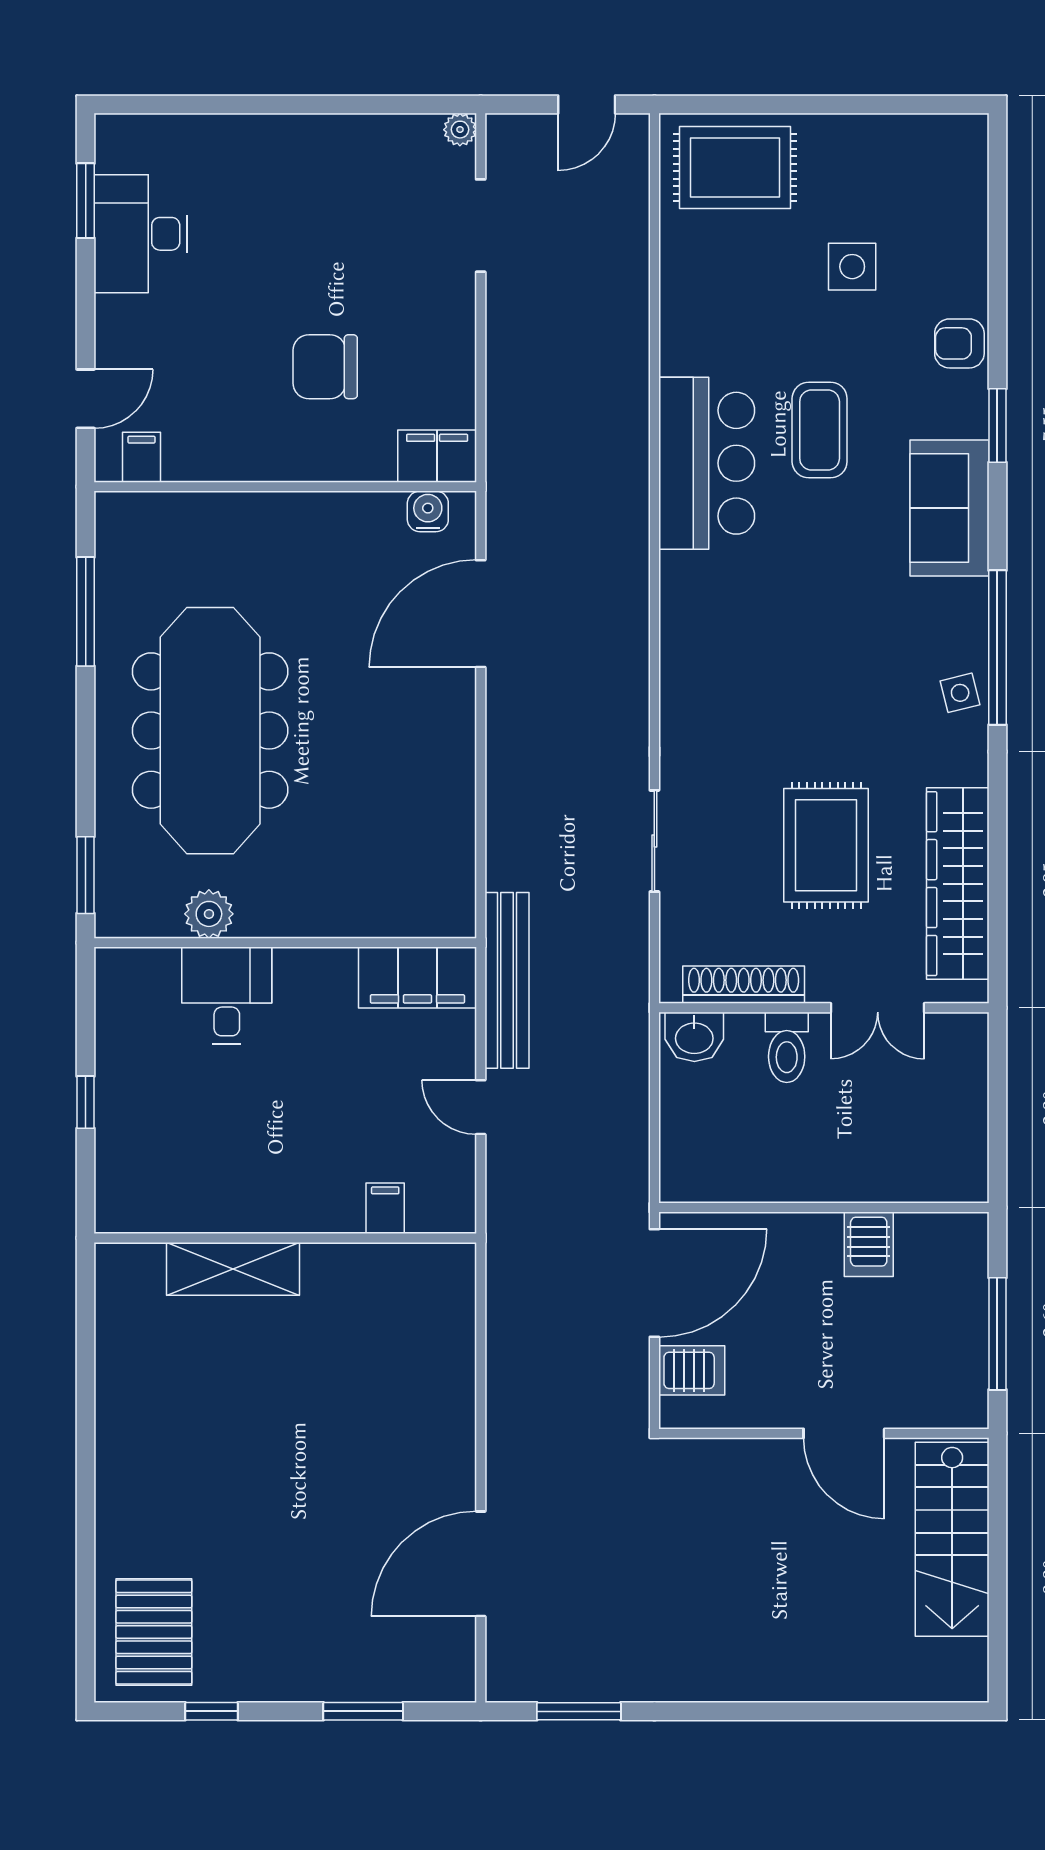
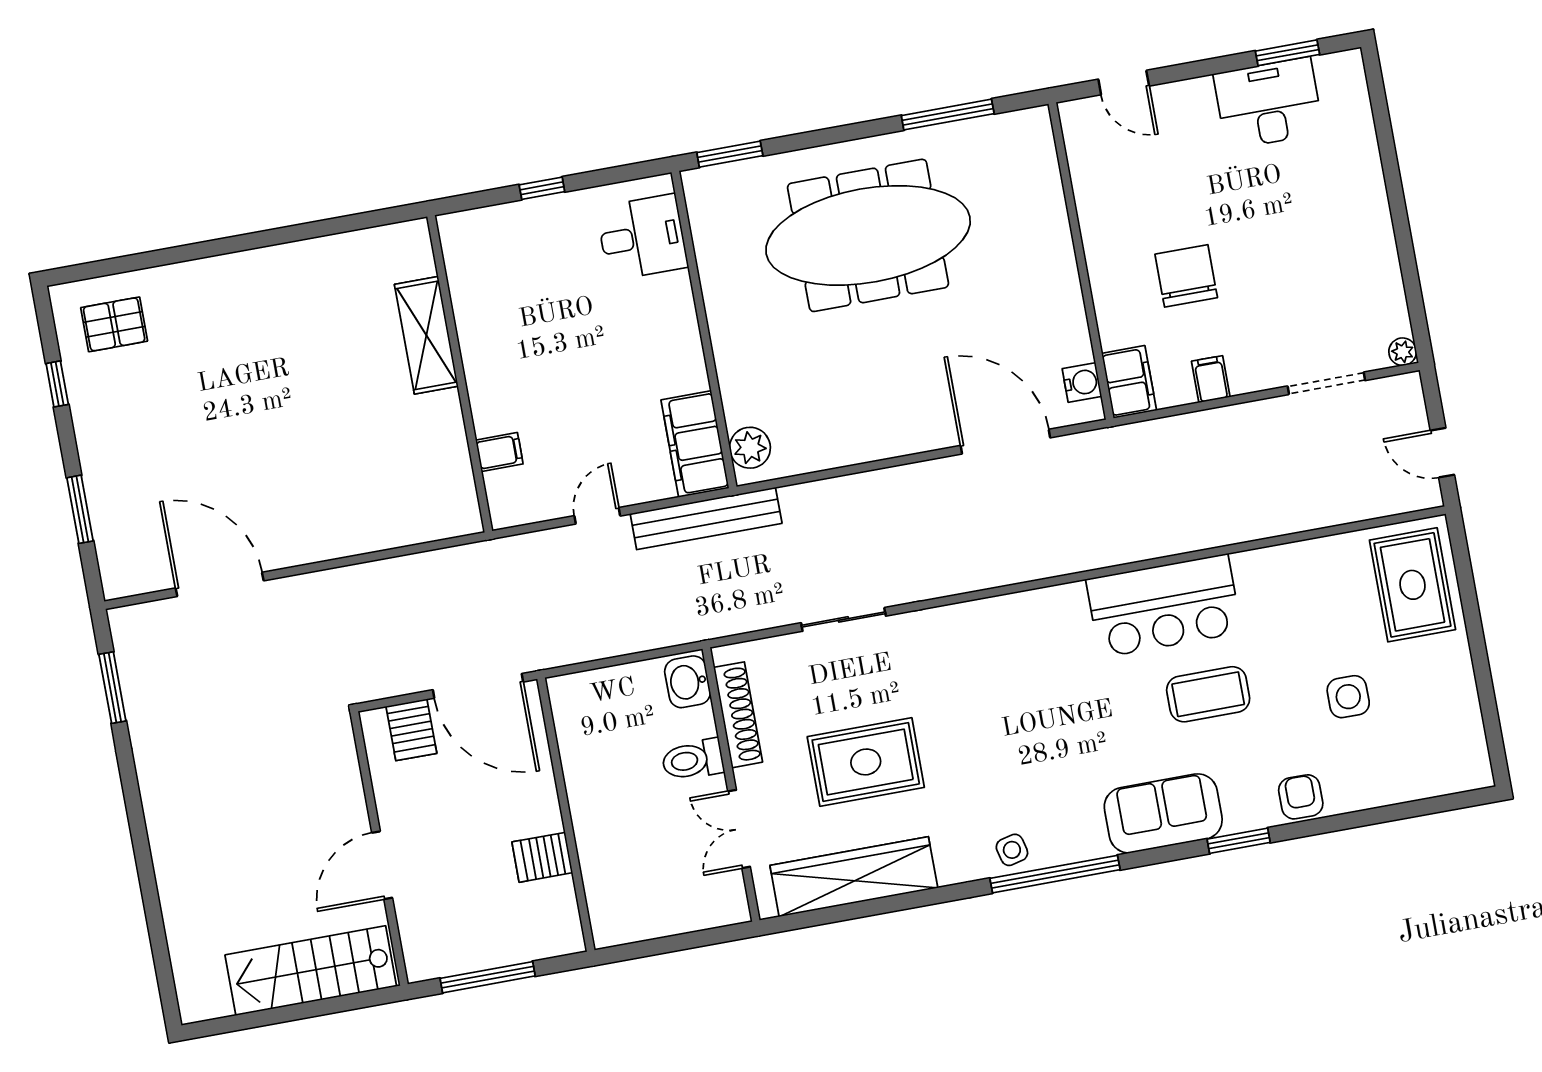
filing cabinet: (142, 457) -> (1211, 379), moved, turned -90
plant: (209, 914) -> (750, 448), moved
desk: (227, 995) -> (642, 237), moved
pallet: (154, 1632) -> (114, 324), width x0.67, depth x0.71

